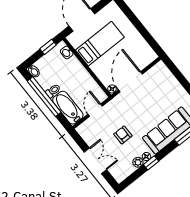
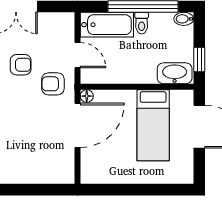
washbasin: (67, 53) -> (175, 73), width x1.91, depth x1.45
door: (130, 82) -> (77, 125), hinge flipped
armchair: (119, 111) -> (53, 84), added

